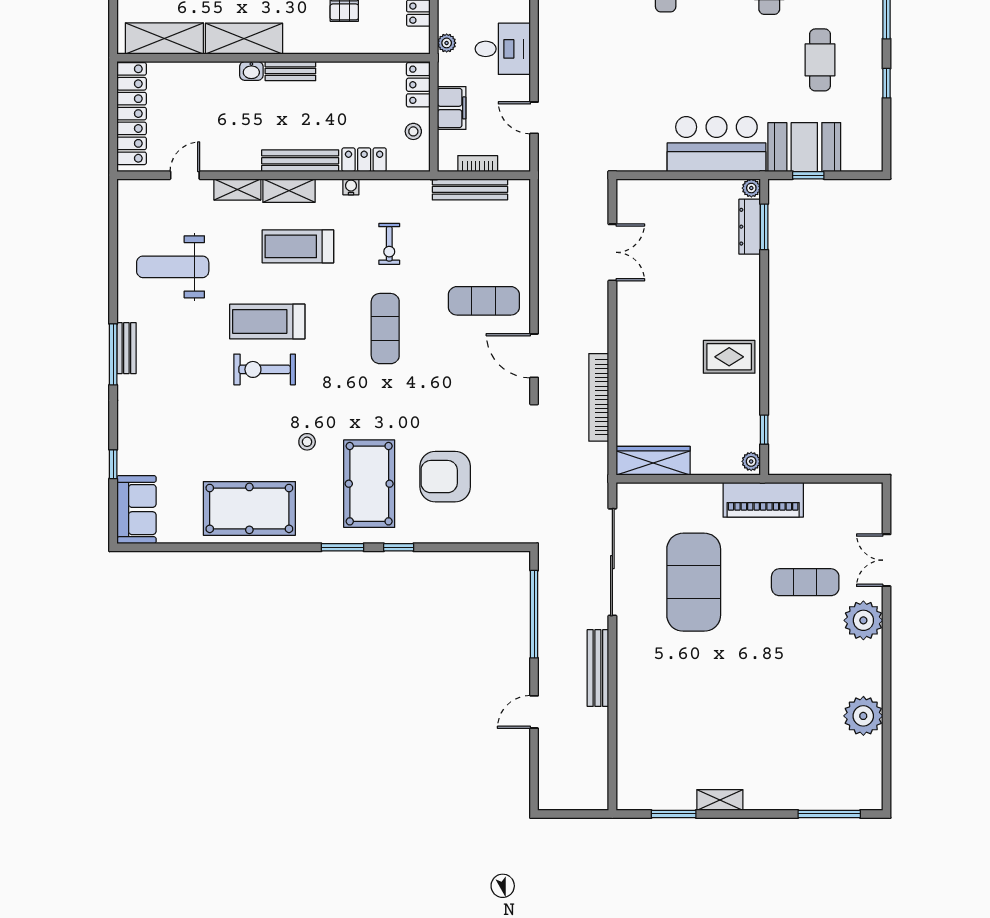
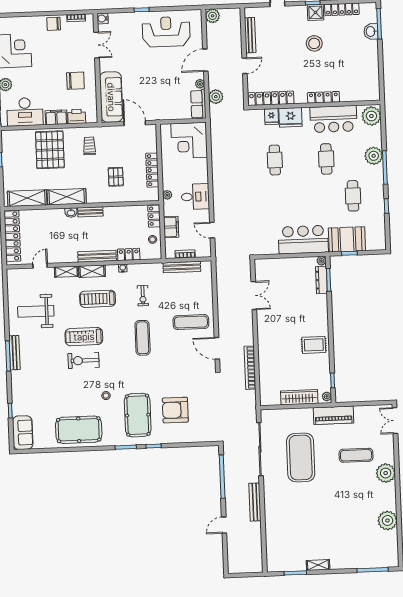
bench: (126, 348) -> (15, 353), width x1.36
wardrobe: (653, 461) -> (299, 397), moved
double door: (886, 560) -> (395, 421), moved

